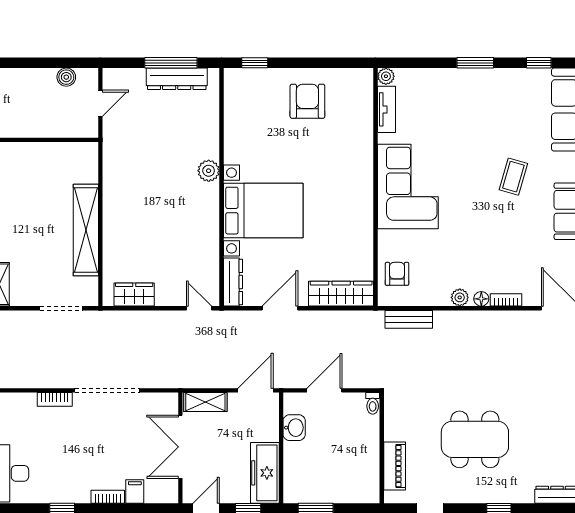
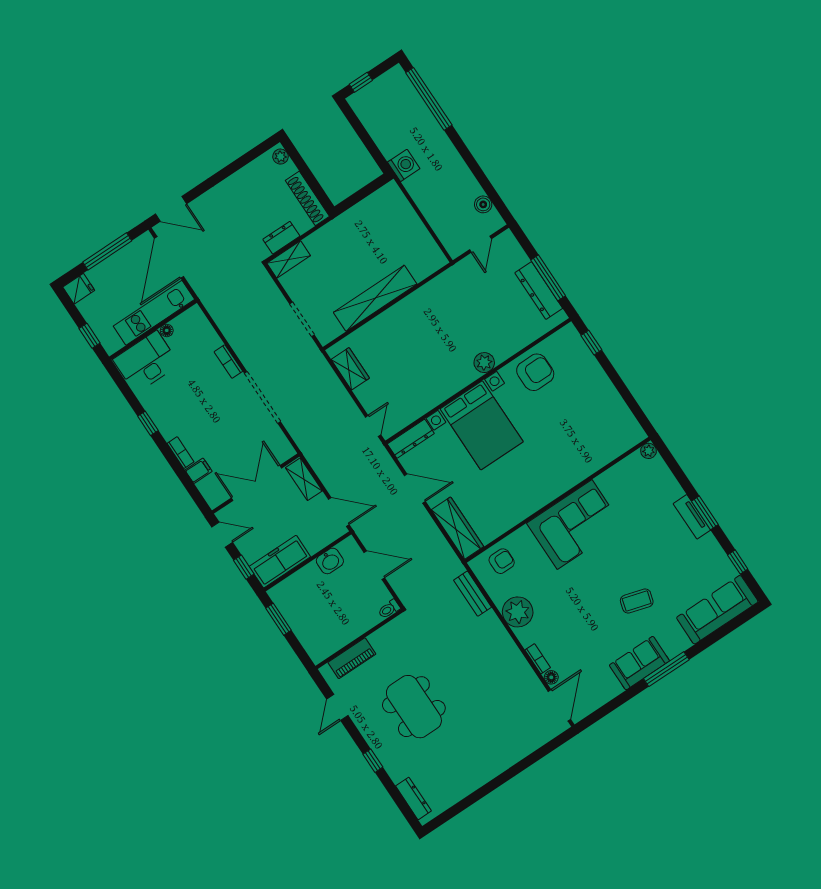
armchair: (307, 101) -> (535, 372), moved
door: (100, 103) -> (481, 244), hinge flipped
tv unit: (386, 109) -> (692, 517), moved, turned 90
plant: (460, 297) -> (518, 612), width x1.88, depth x1.88
floor lamp: (481, 299) -> (551, 677), moved

